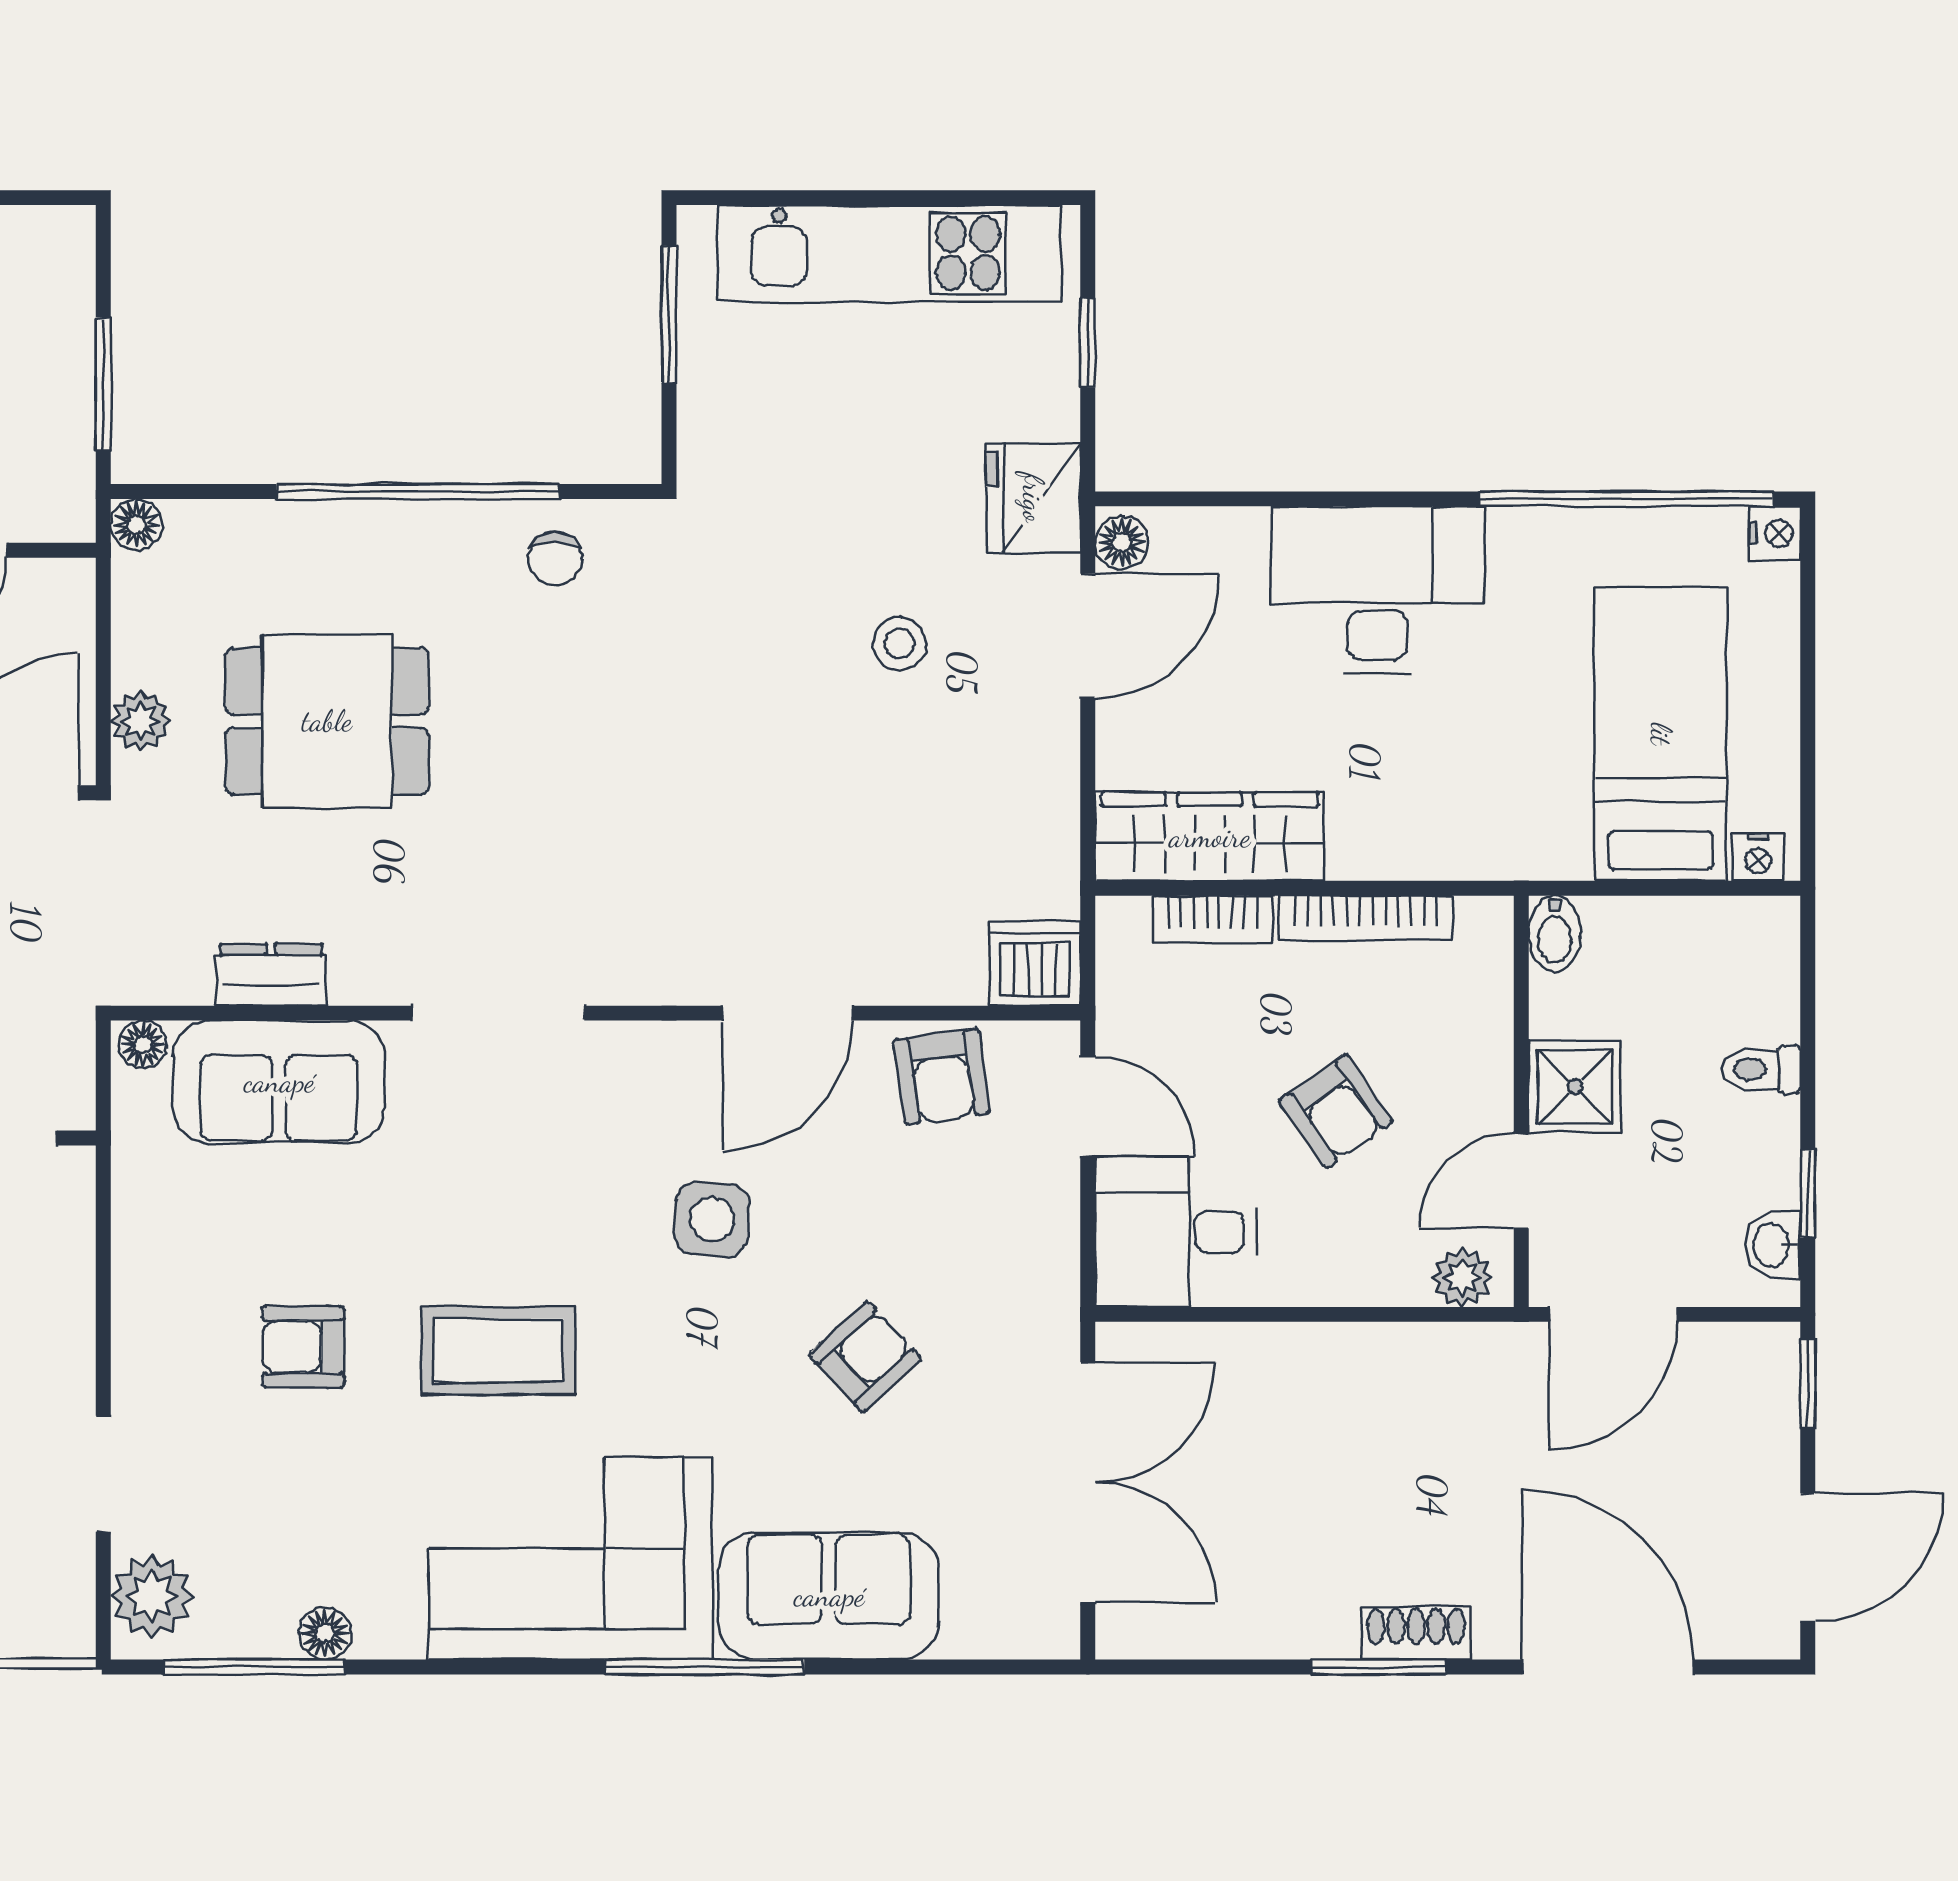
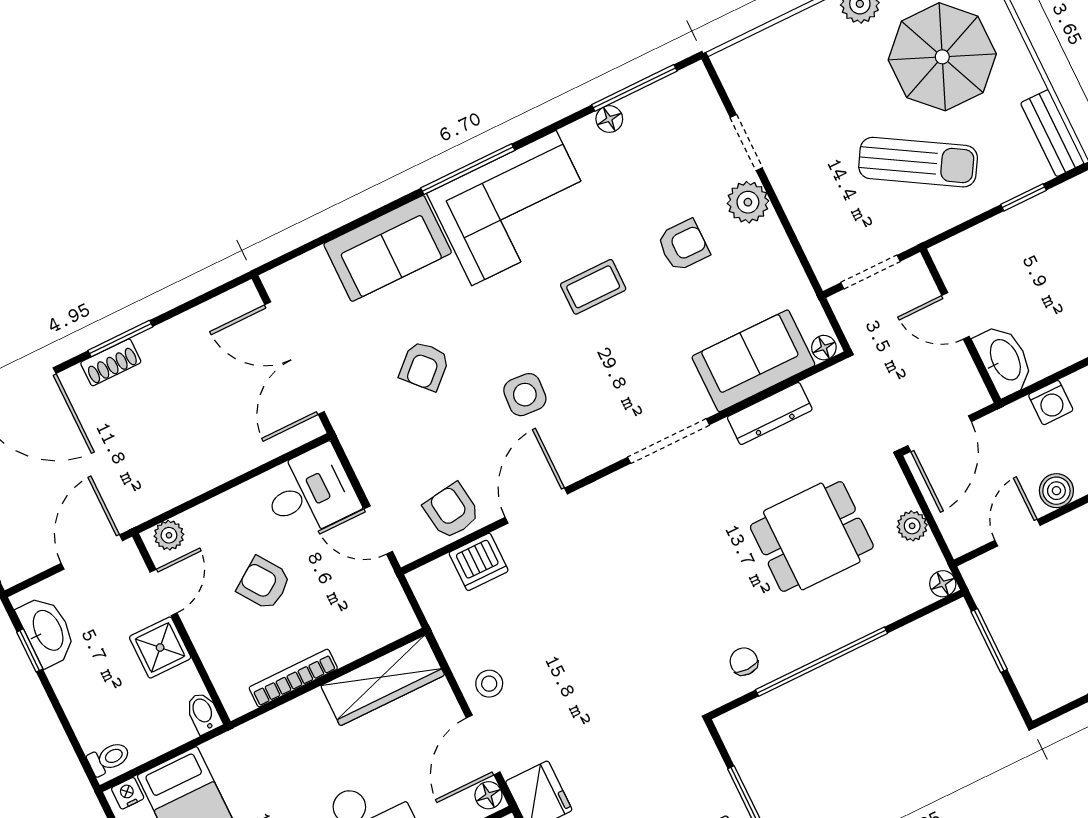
stool: (899, 644) -> (489, 684), moved
plant: (141, 721) -> (912, 526), moved
bookcase: (1213, 919) -> (363, 643), removed
dishwasher: (1035, 963) -> (479, 562), moved
dresser: (271, 975) -> (770, 413), width x1.44
toilet: (1761, 1069) -> (109, 758), moved
washbasin: (1773, 1245) -> (47, 631), width x1.91, depth x1.45
coffee table: (498, 1351) -> (593, 287), width x0.73, depth x0.77
plant: (152, 1596) -> (748, 202), moved
window: (705, 1667) -> (468, 169), moved

